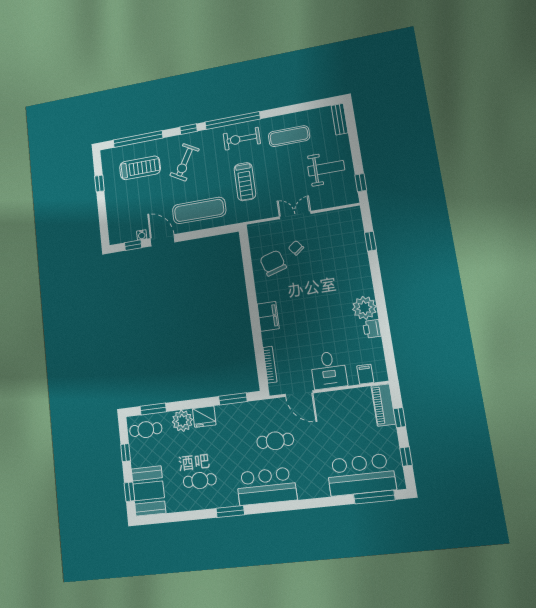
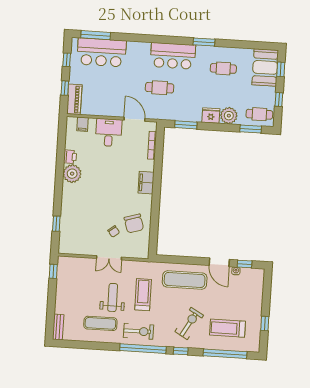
weight bench: (326, 168) -> (113, 297), moved, turned 90

